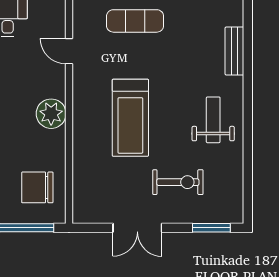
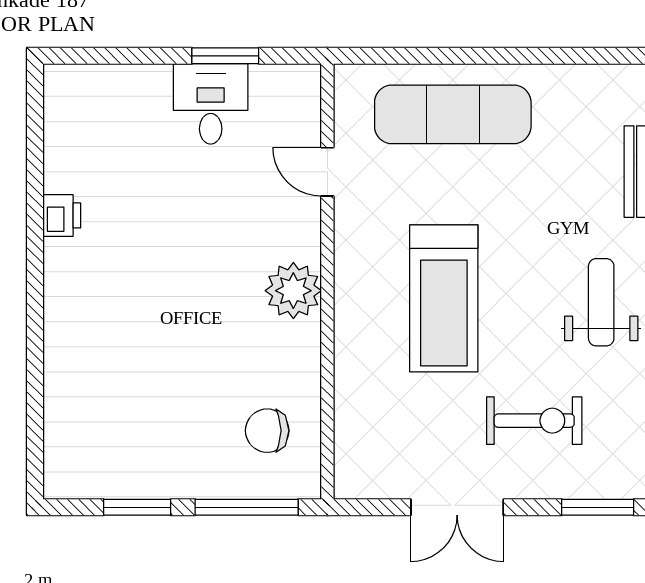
exercise mat: (135, 21) -> (453, 114), width x1.36, depth x1.45
chair: (37, 187) -> (267, 431), width x0.73, depth x0.73

